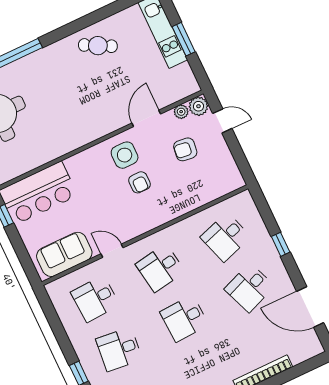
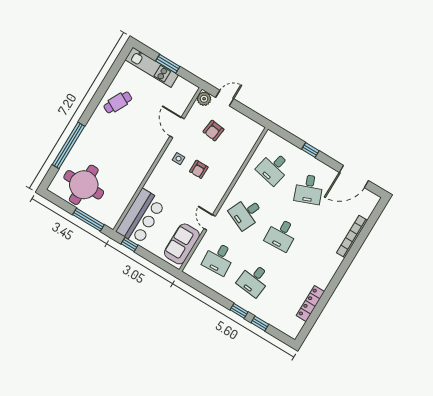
plant: (181, 112) -> (196, 109), removed
side table: (125, 155) -> (179, 159), width x0.54, depth x0.54
armchair: (139, 182) -> (199, 169), turned 90
desk: (226, 237) -> (274, 168), turned 30
door: (112, 251) -> (210, 222), hinge flipped
desk: (160, 268) -> (246, 213), turned 33

